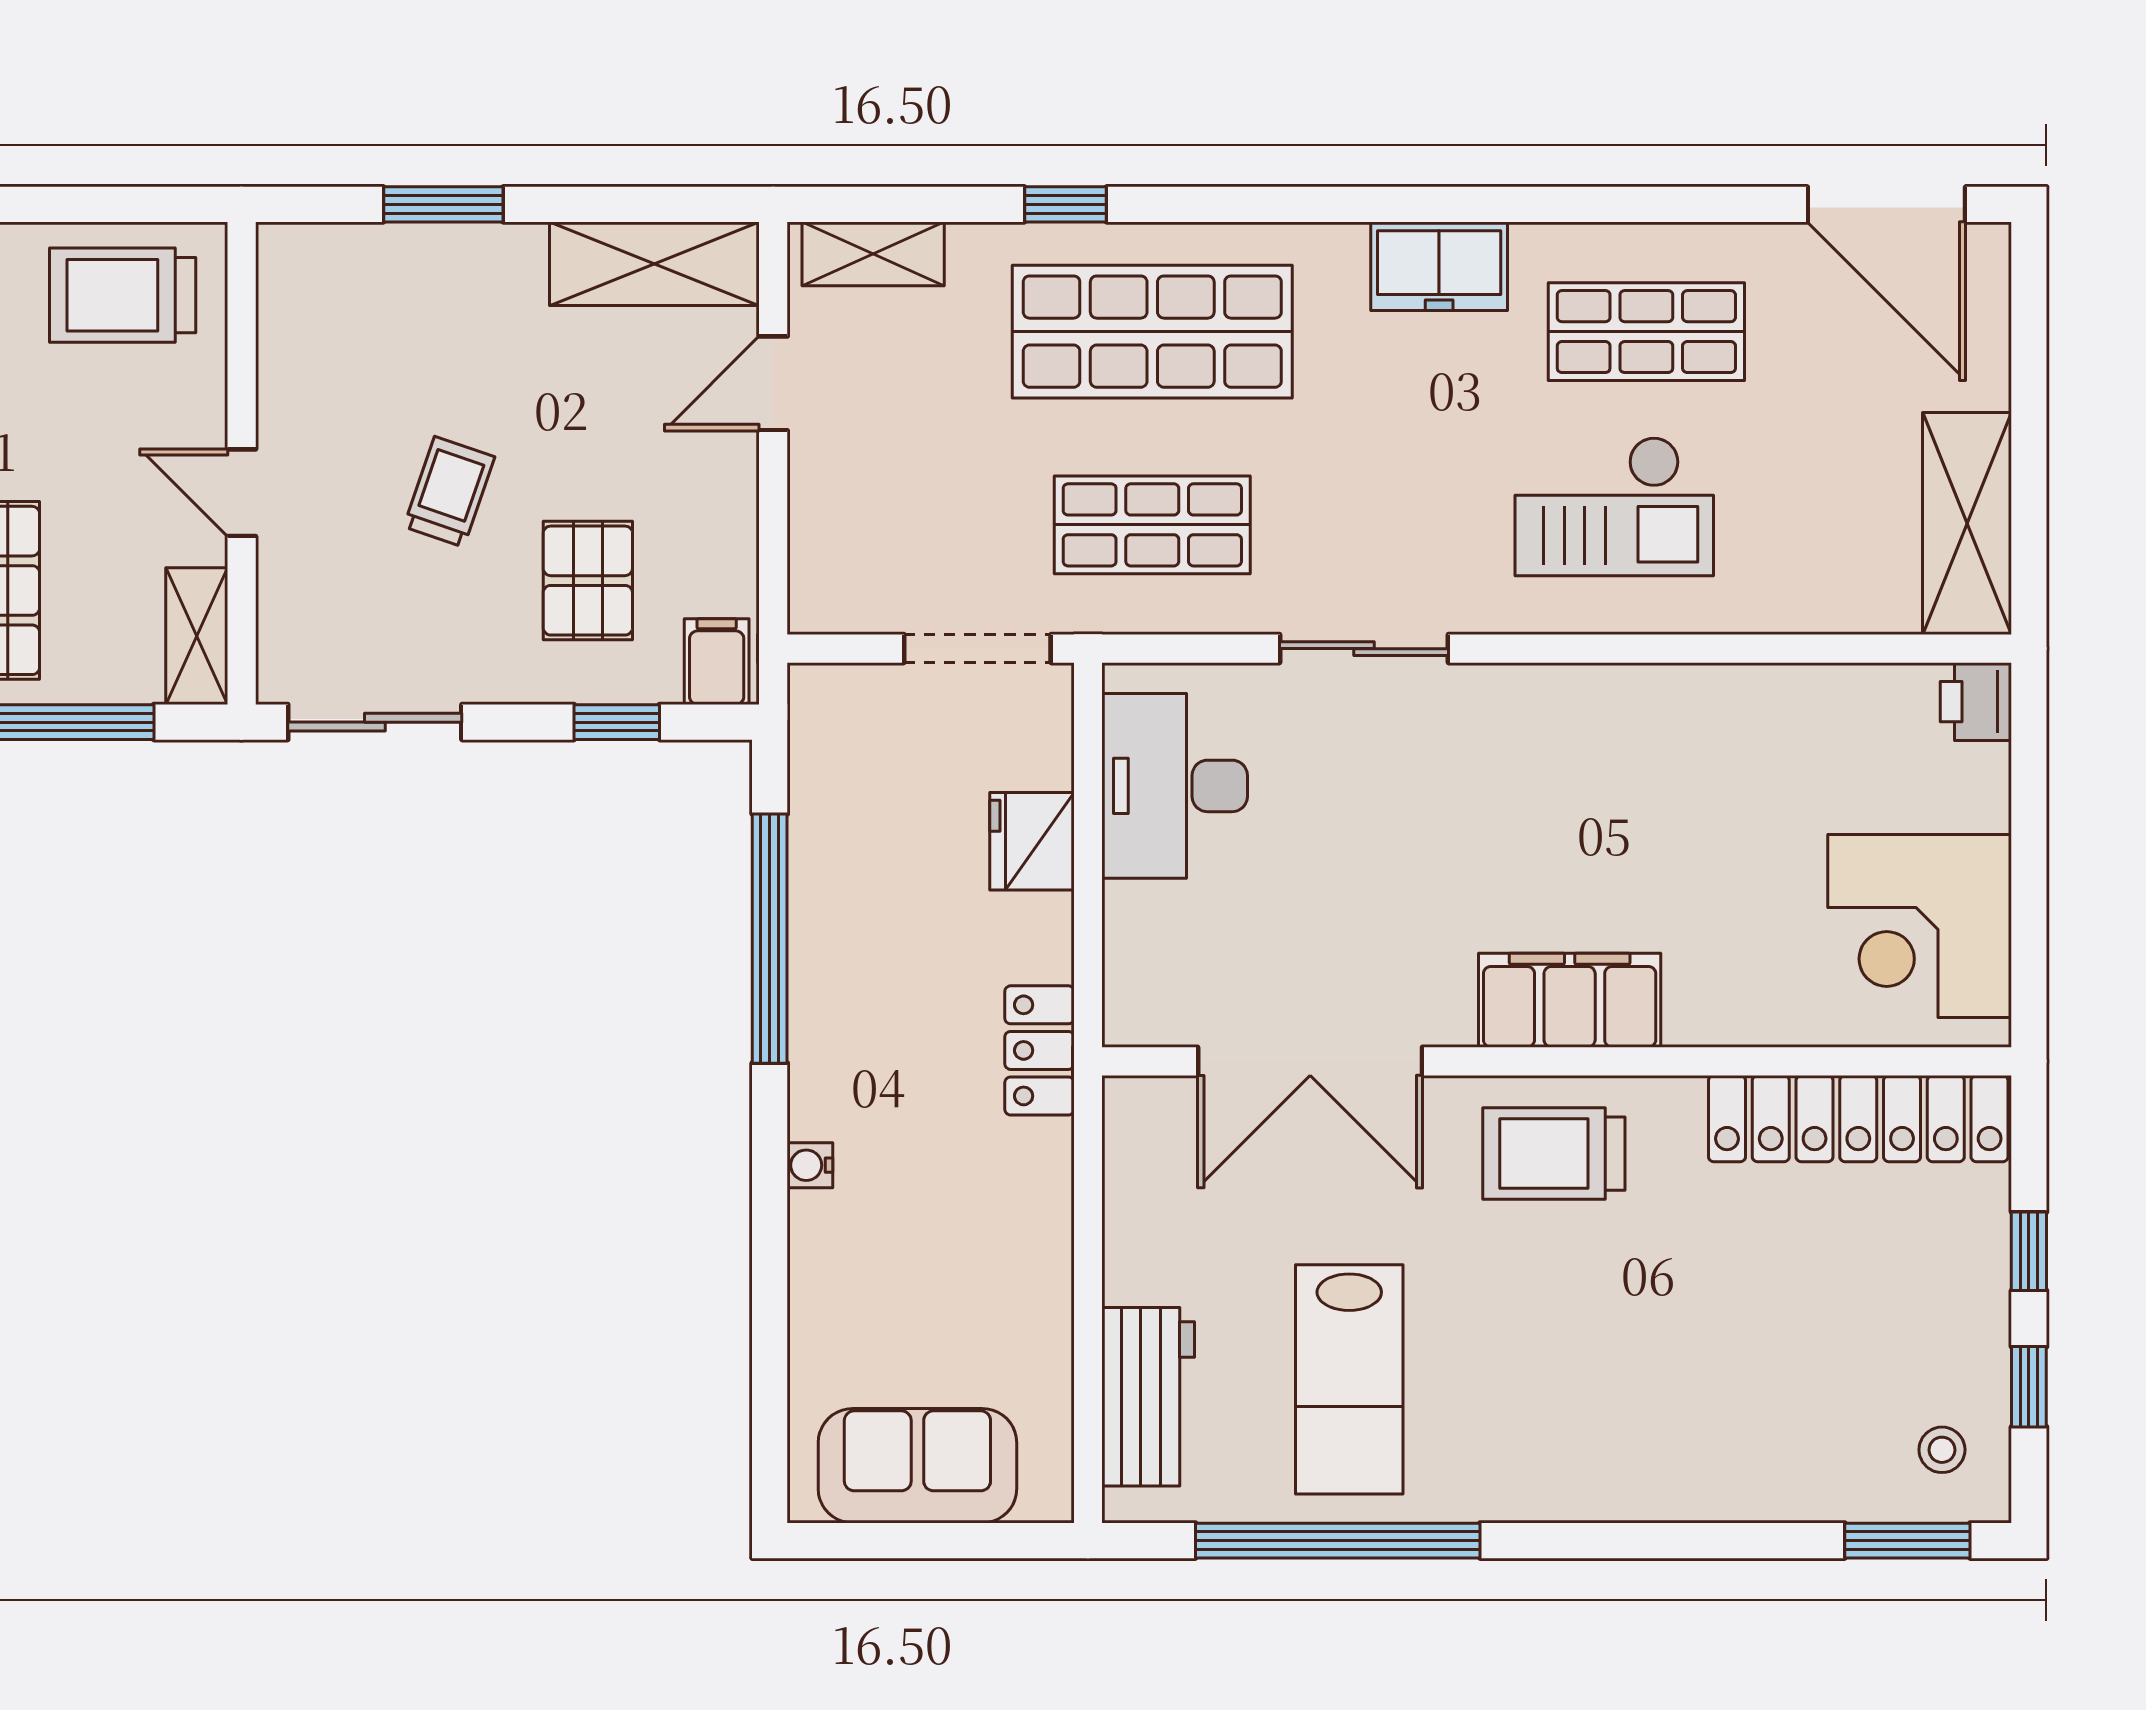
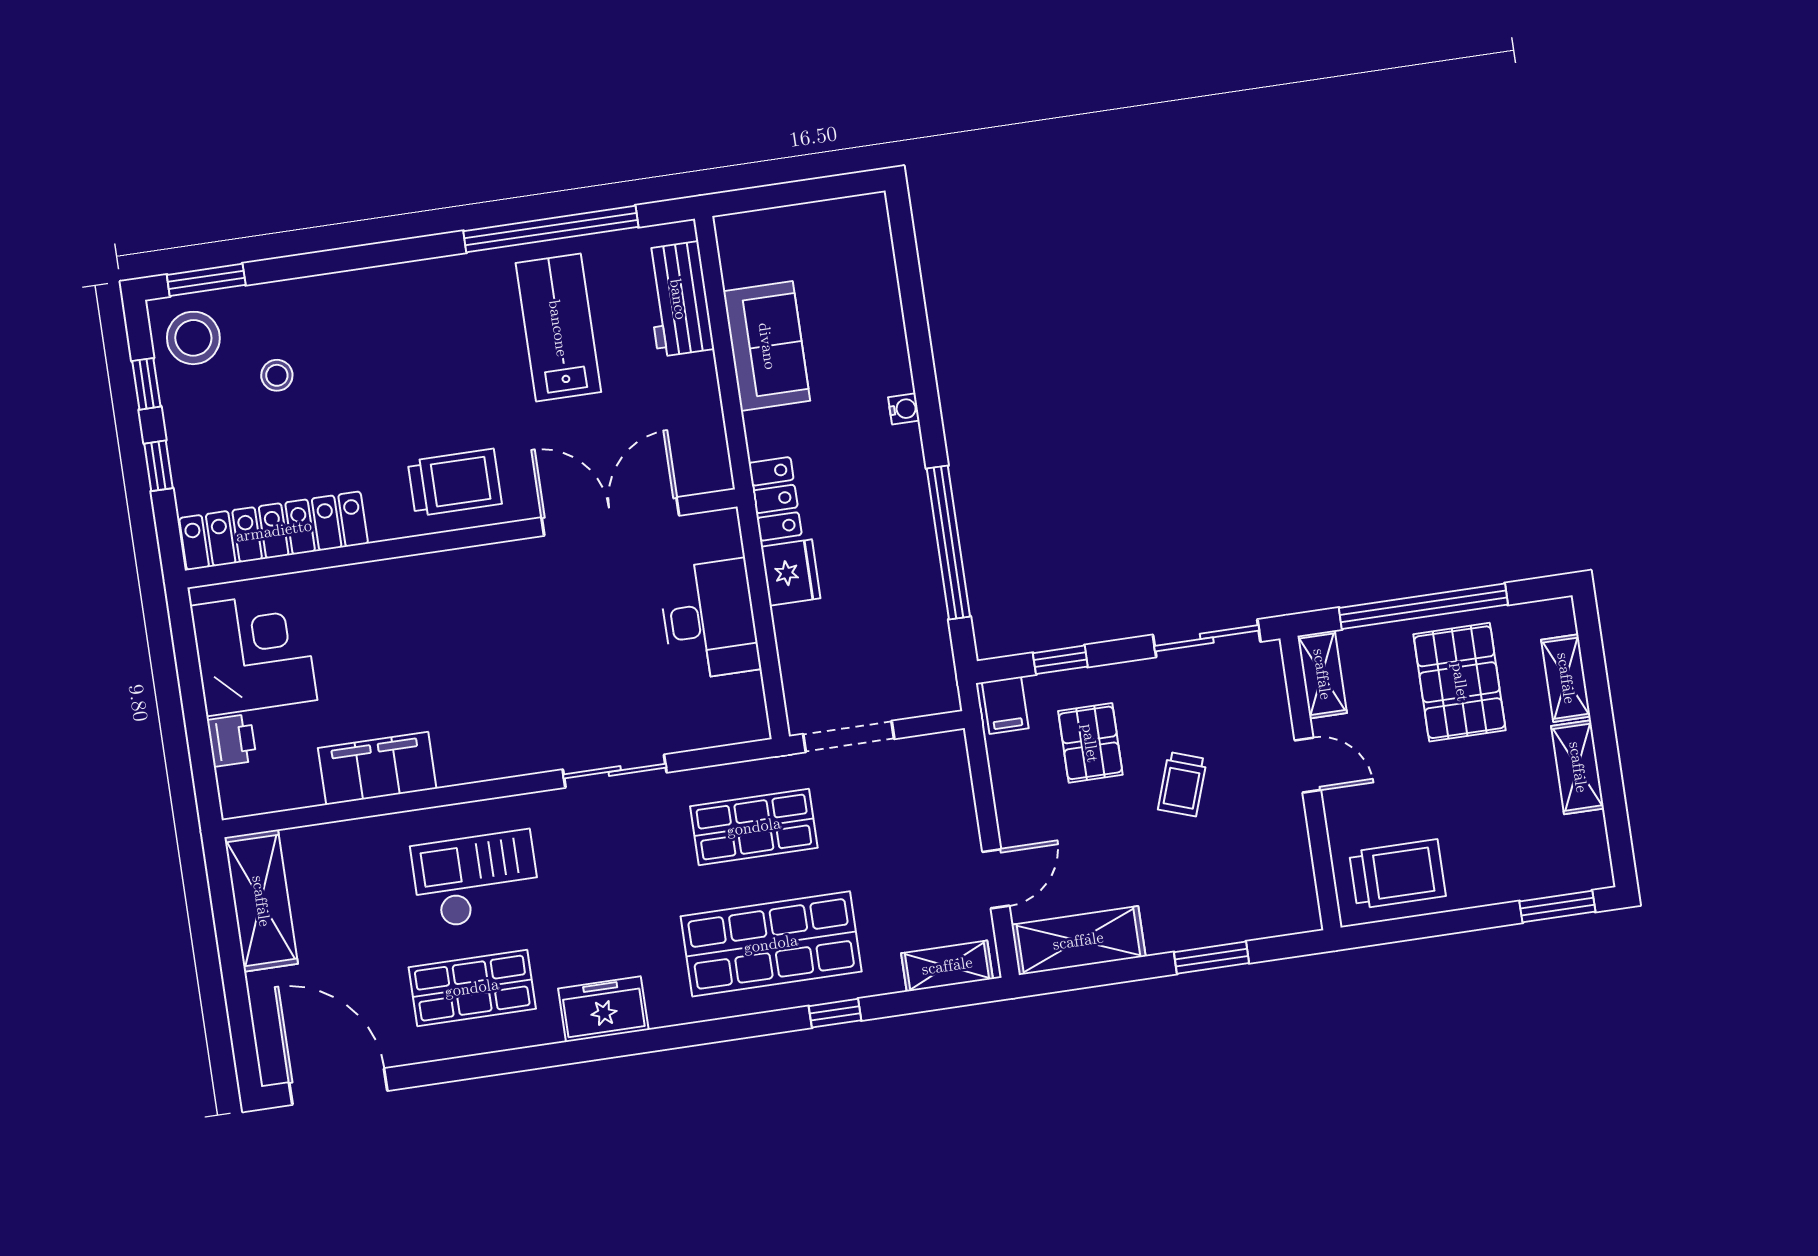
printer: (1976, 702) -> (232, 740), moved
desk: (1175, 786) -> (709, 620), moved
fridge: (1032, 841) -> (791, 573), moved
filing cabinet: (1570, 1000) -> (377, 768), moved, turned 180
stool: (1816, 1369) -> (277, 375), added
stool: (1942, 1450) -> (193, 338), width x1.89, depth x1.89
sofa: (917, 1466) -> (767, 346), moved, turned -90

